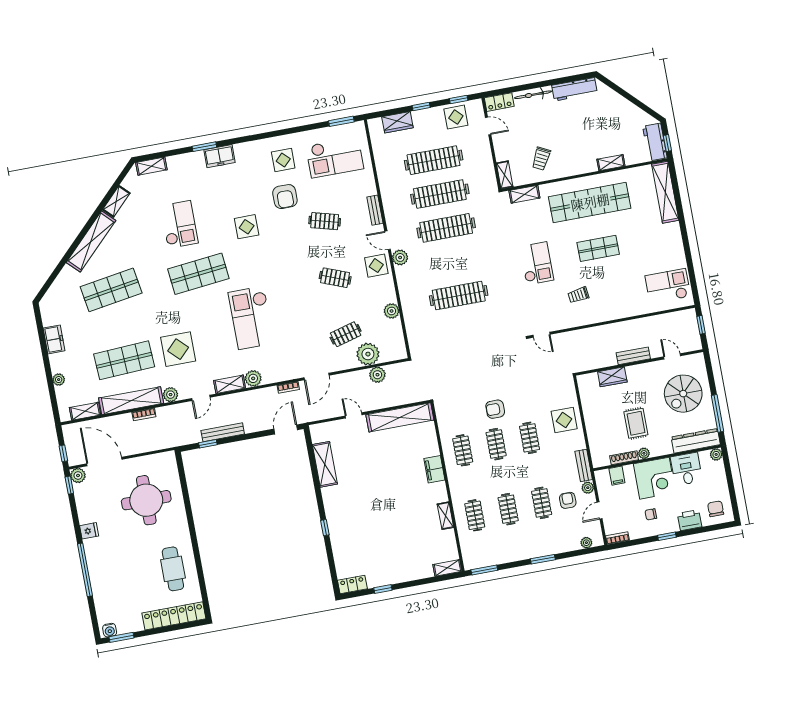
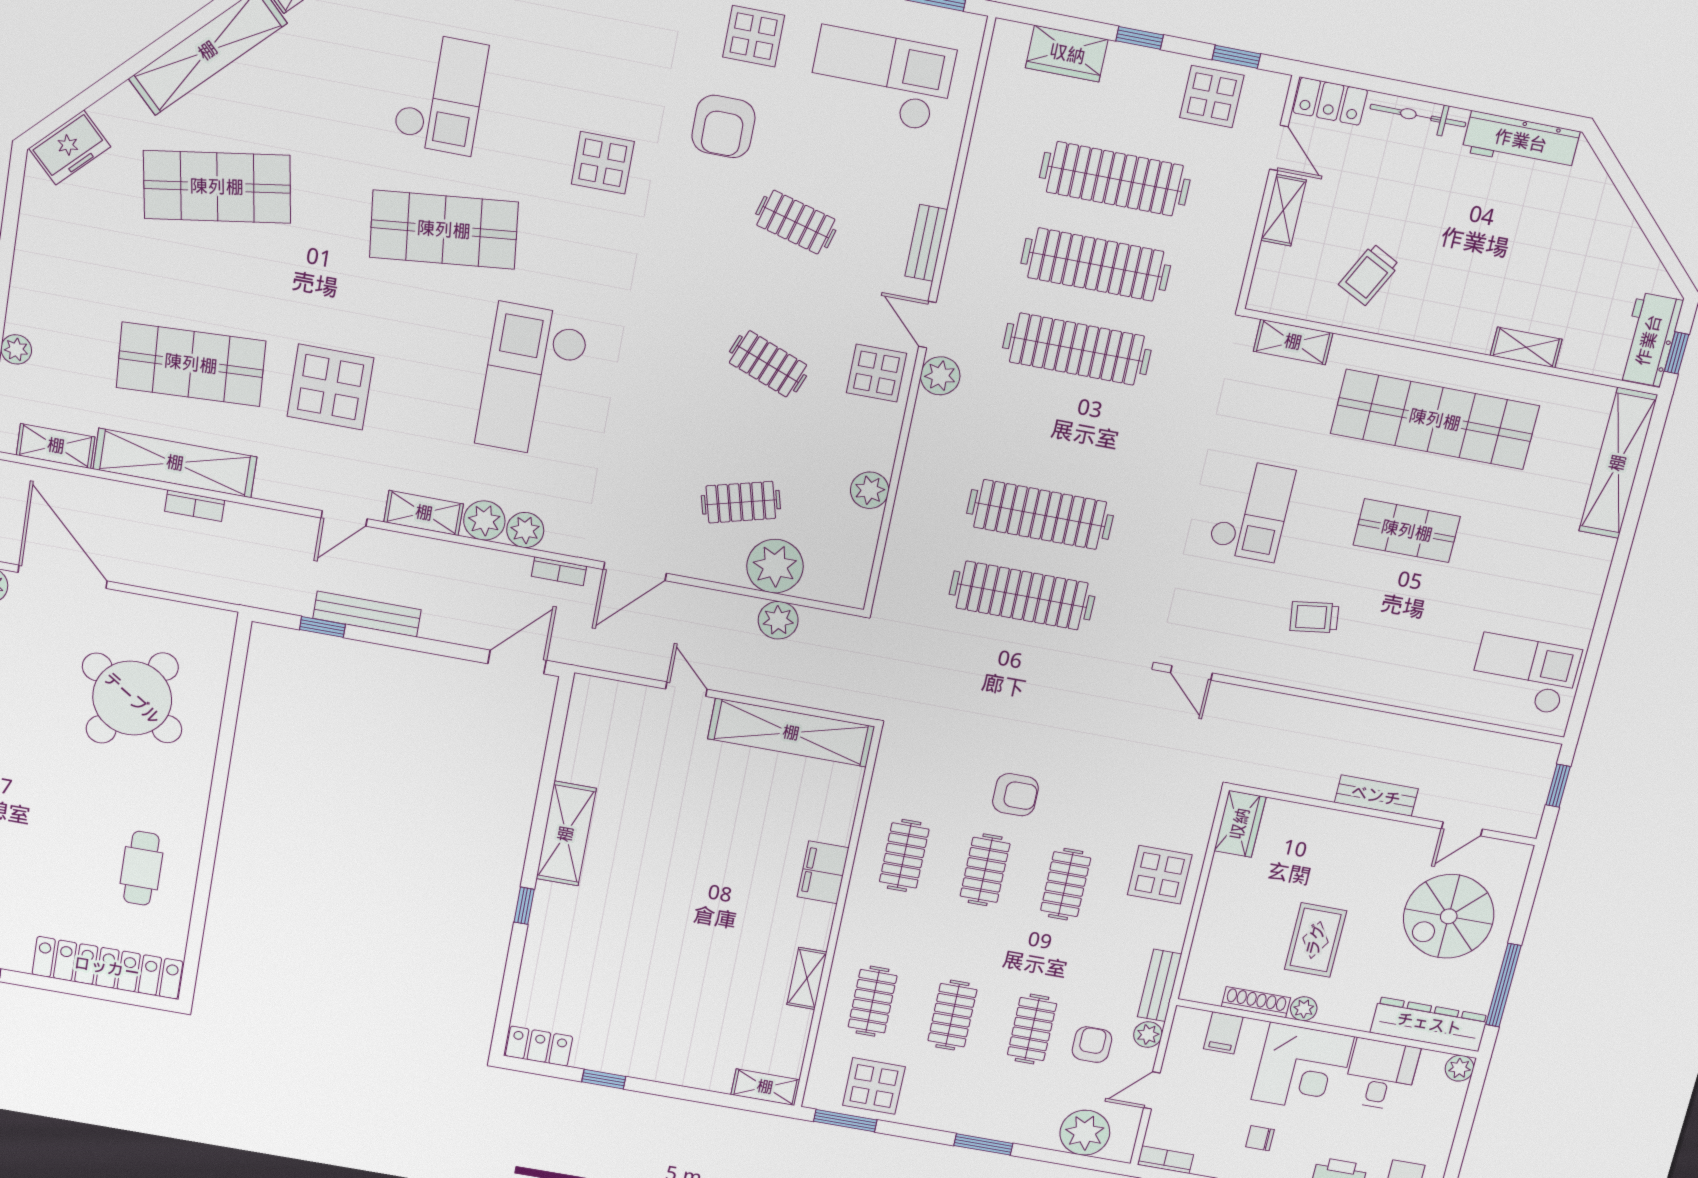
checkout: (335, 157) -> (881, 79), turned 180
shelving: (505, 175) -> (1283, 210), moved
clothes rail: (465, 329) -> (1022, 595), added
freezer: (54, 339) -> (70, 148), moved, turned 45
door: (672, 356) -> (1462, 829), swing flipped
wardrobe: (612, 377) -> (1240, 824), moved, turned -90
plant: (171, 395) -> (525, 530), moved
armchair: (495, 409) -> (1015, 795), turned 180
shelving: (325, 464) -> (566, 834), moved
round table: (146, 500) -> (132, 698), turned 34
plant: (586, 543) -> (1085, 1133), width x1.88, depth x1.88
display table: (490, 551) -> (874, 1086), added
cafe table: (173, 569) -> (141, 868), width x0.73, depth x0.74

